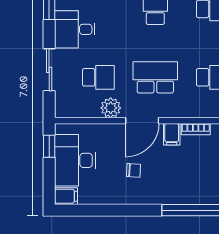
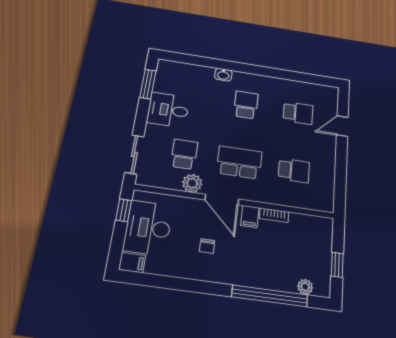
sliding door: (49, 70) -> (134, 154), moved
school desk: (98, 77) -> (184, 154), turned -90
door: (142, 121) -> (222, 200), hinge flipped
chair: (133, 170) -> (207, 246), turned 87

